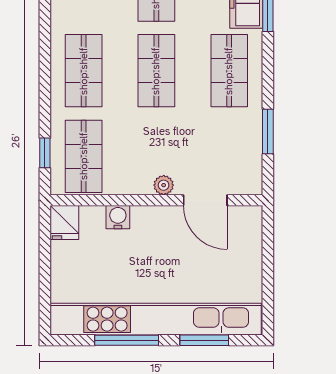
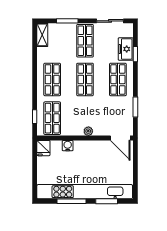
door: (205, 200) -> (120, 138), moved

